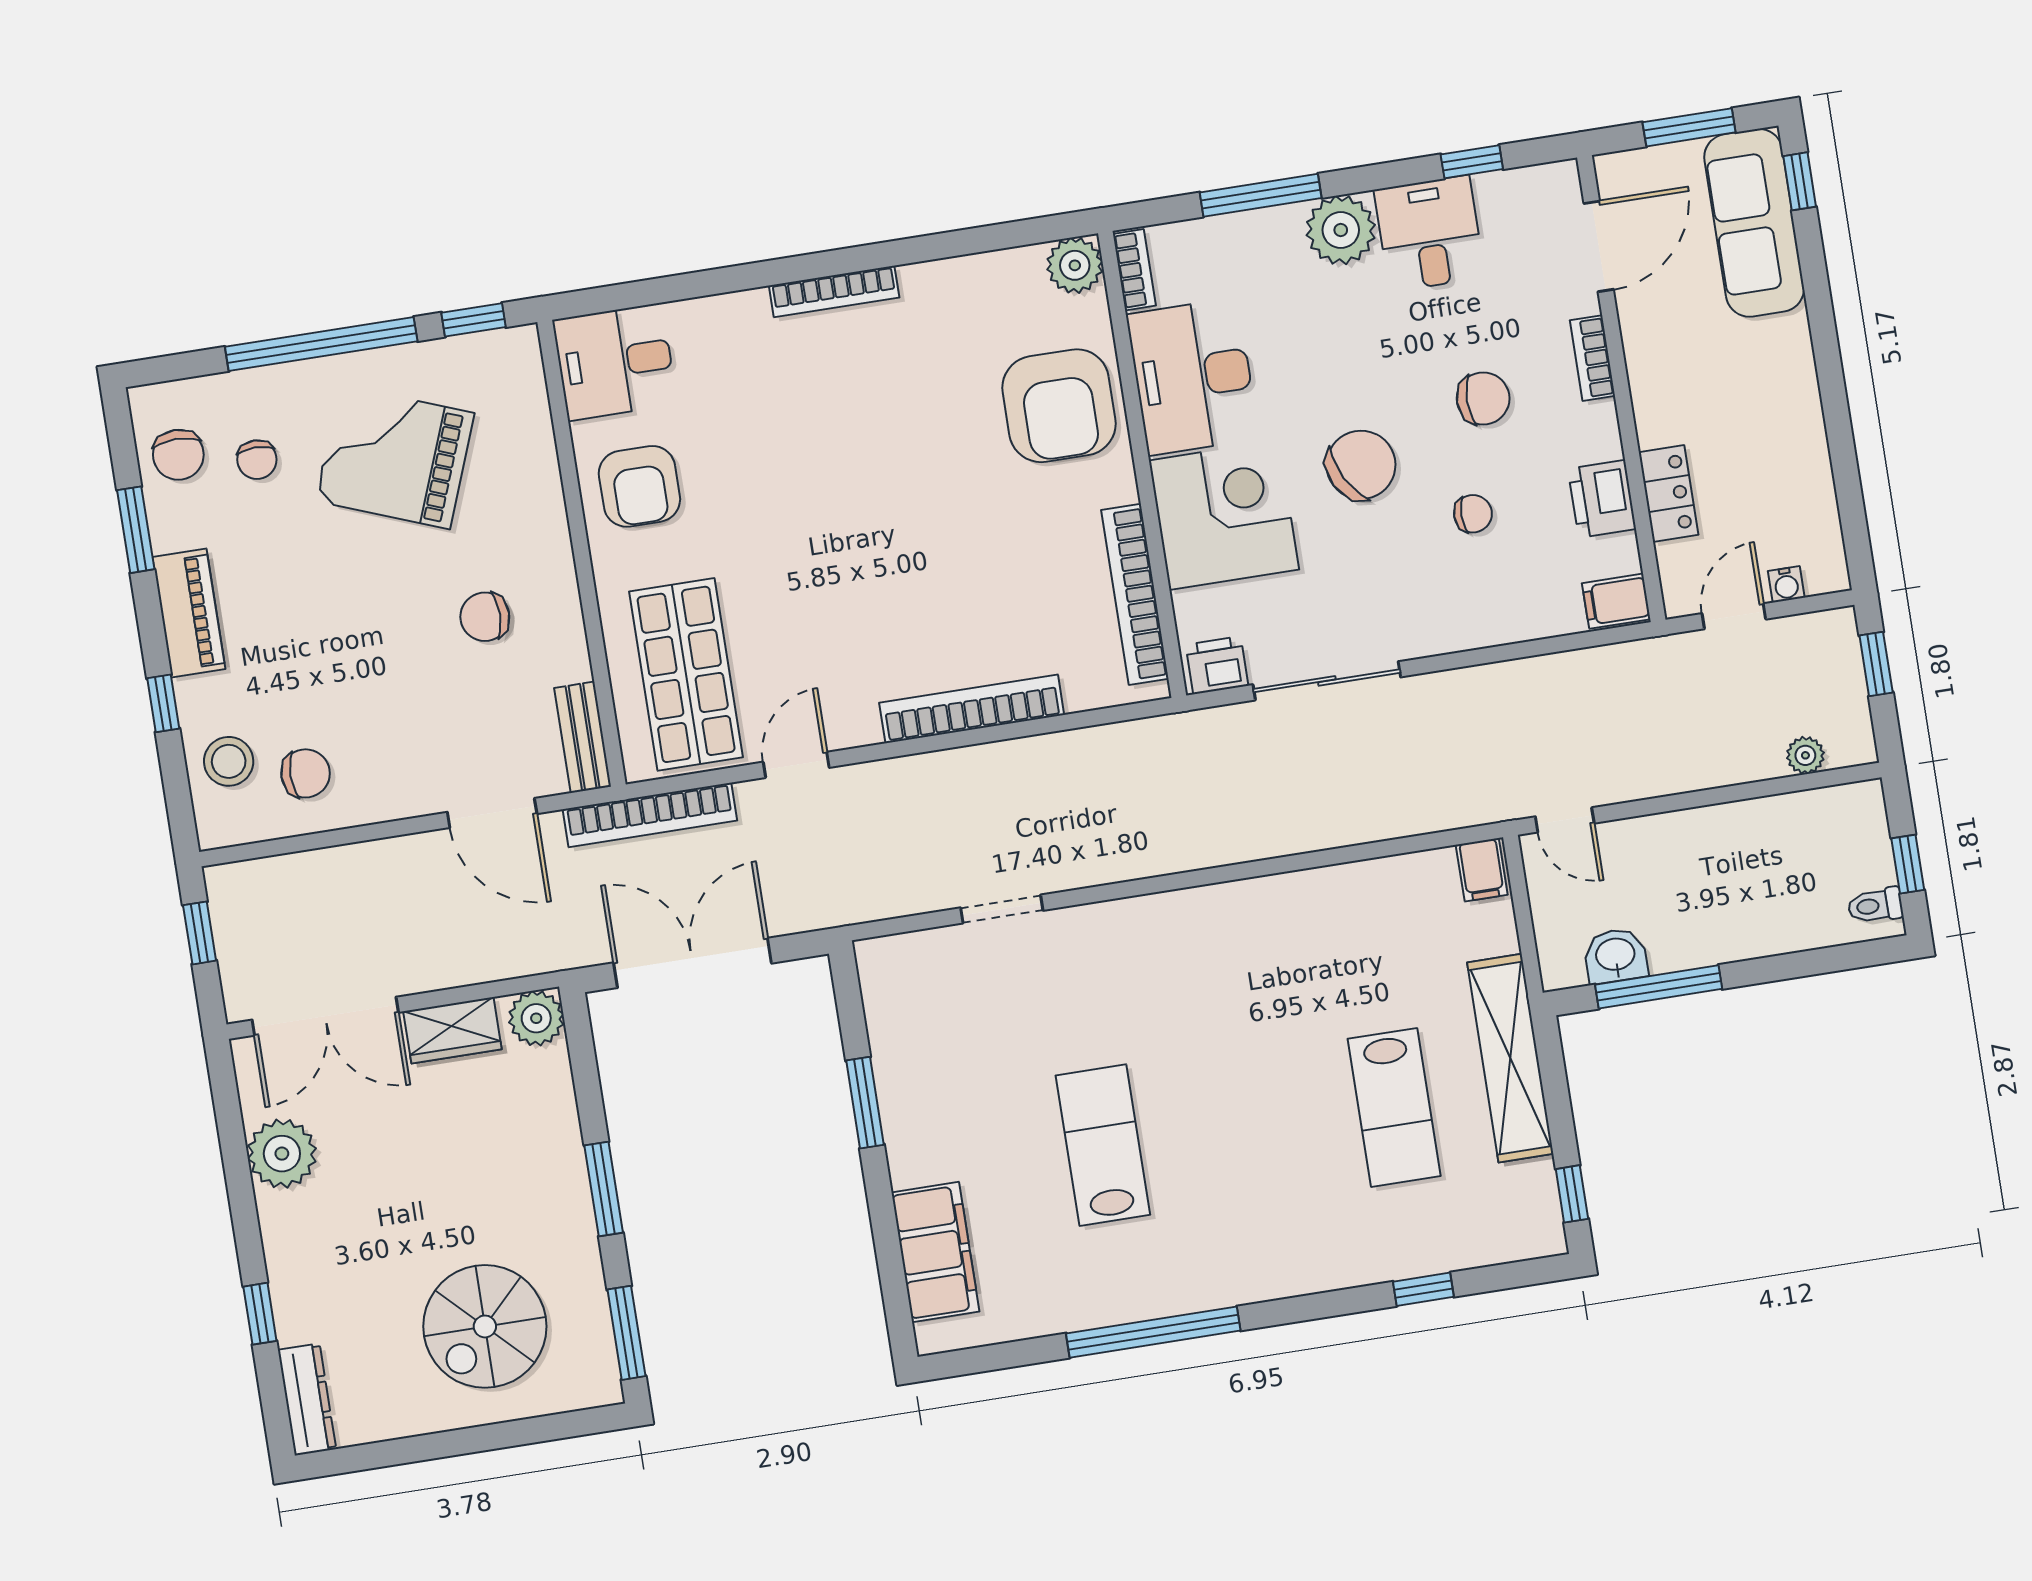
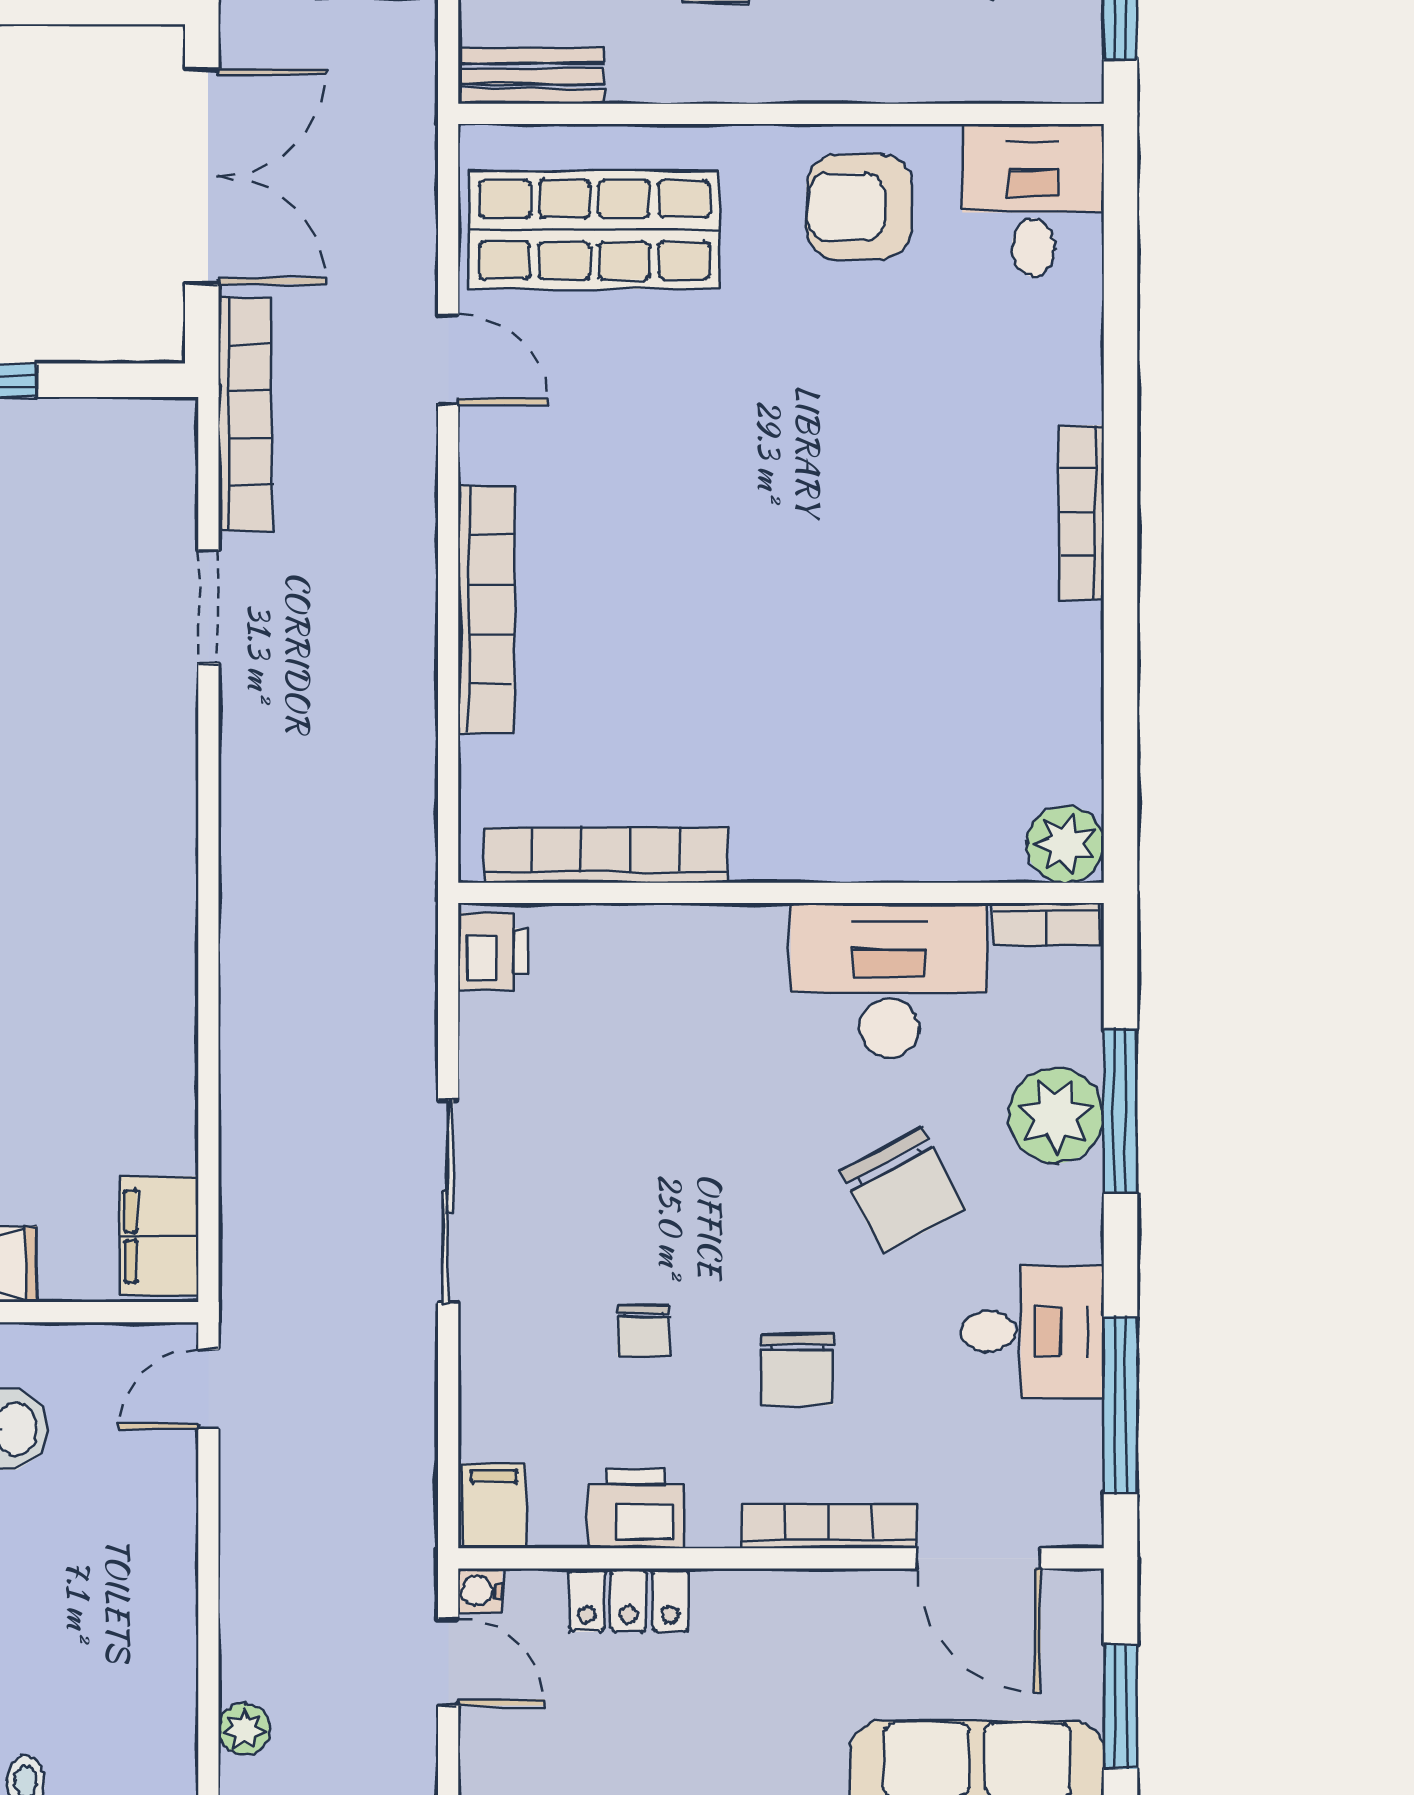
window: (1472, 162) -> (1120, 1405), width x2.17
plant: (1341, 230) -> (1056, 1115), moved
bookcase: (1592, 358) -> (828, 1526), width x1.56
armchair: (1059, 406) -> (878, 793), removed
chair: (1361, 465) -> (903, 1190), moved
corner desk: (1224, 515) -> (695, 993), removed
water cooler: (1786, 584) -> (480, 1591), moved
sliding door: (1327, 681) -> (448, 1201), moved
bookcase: (650, 815) -> (245, 414), moved, turned 180
filing cabinet: (1482, 870) -> (159, 1236), width x2.00

